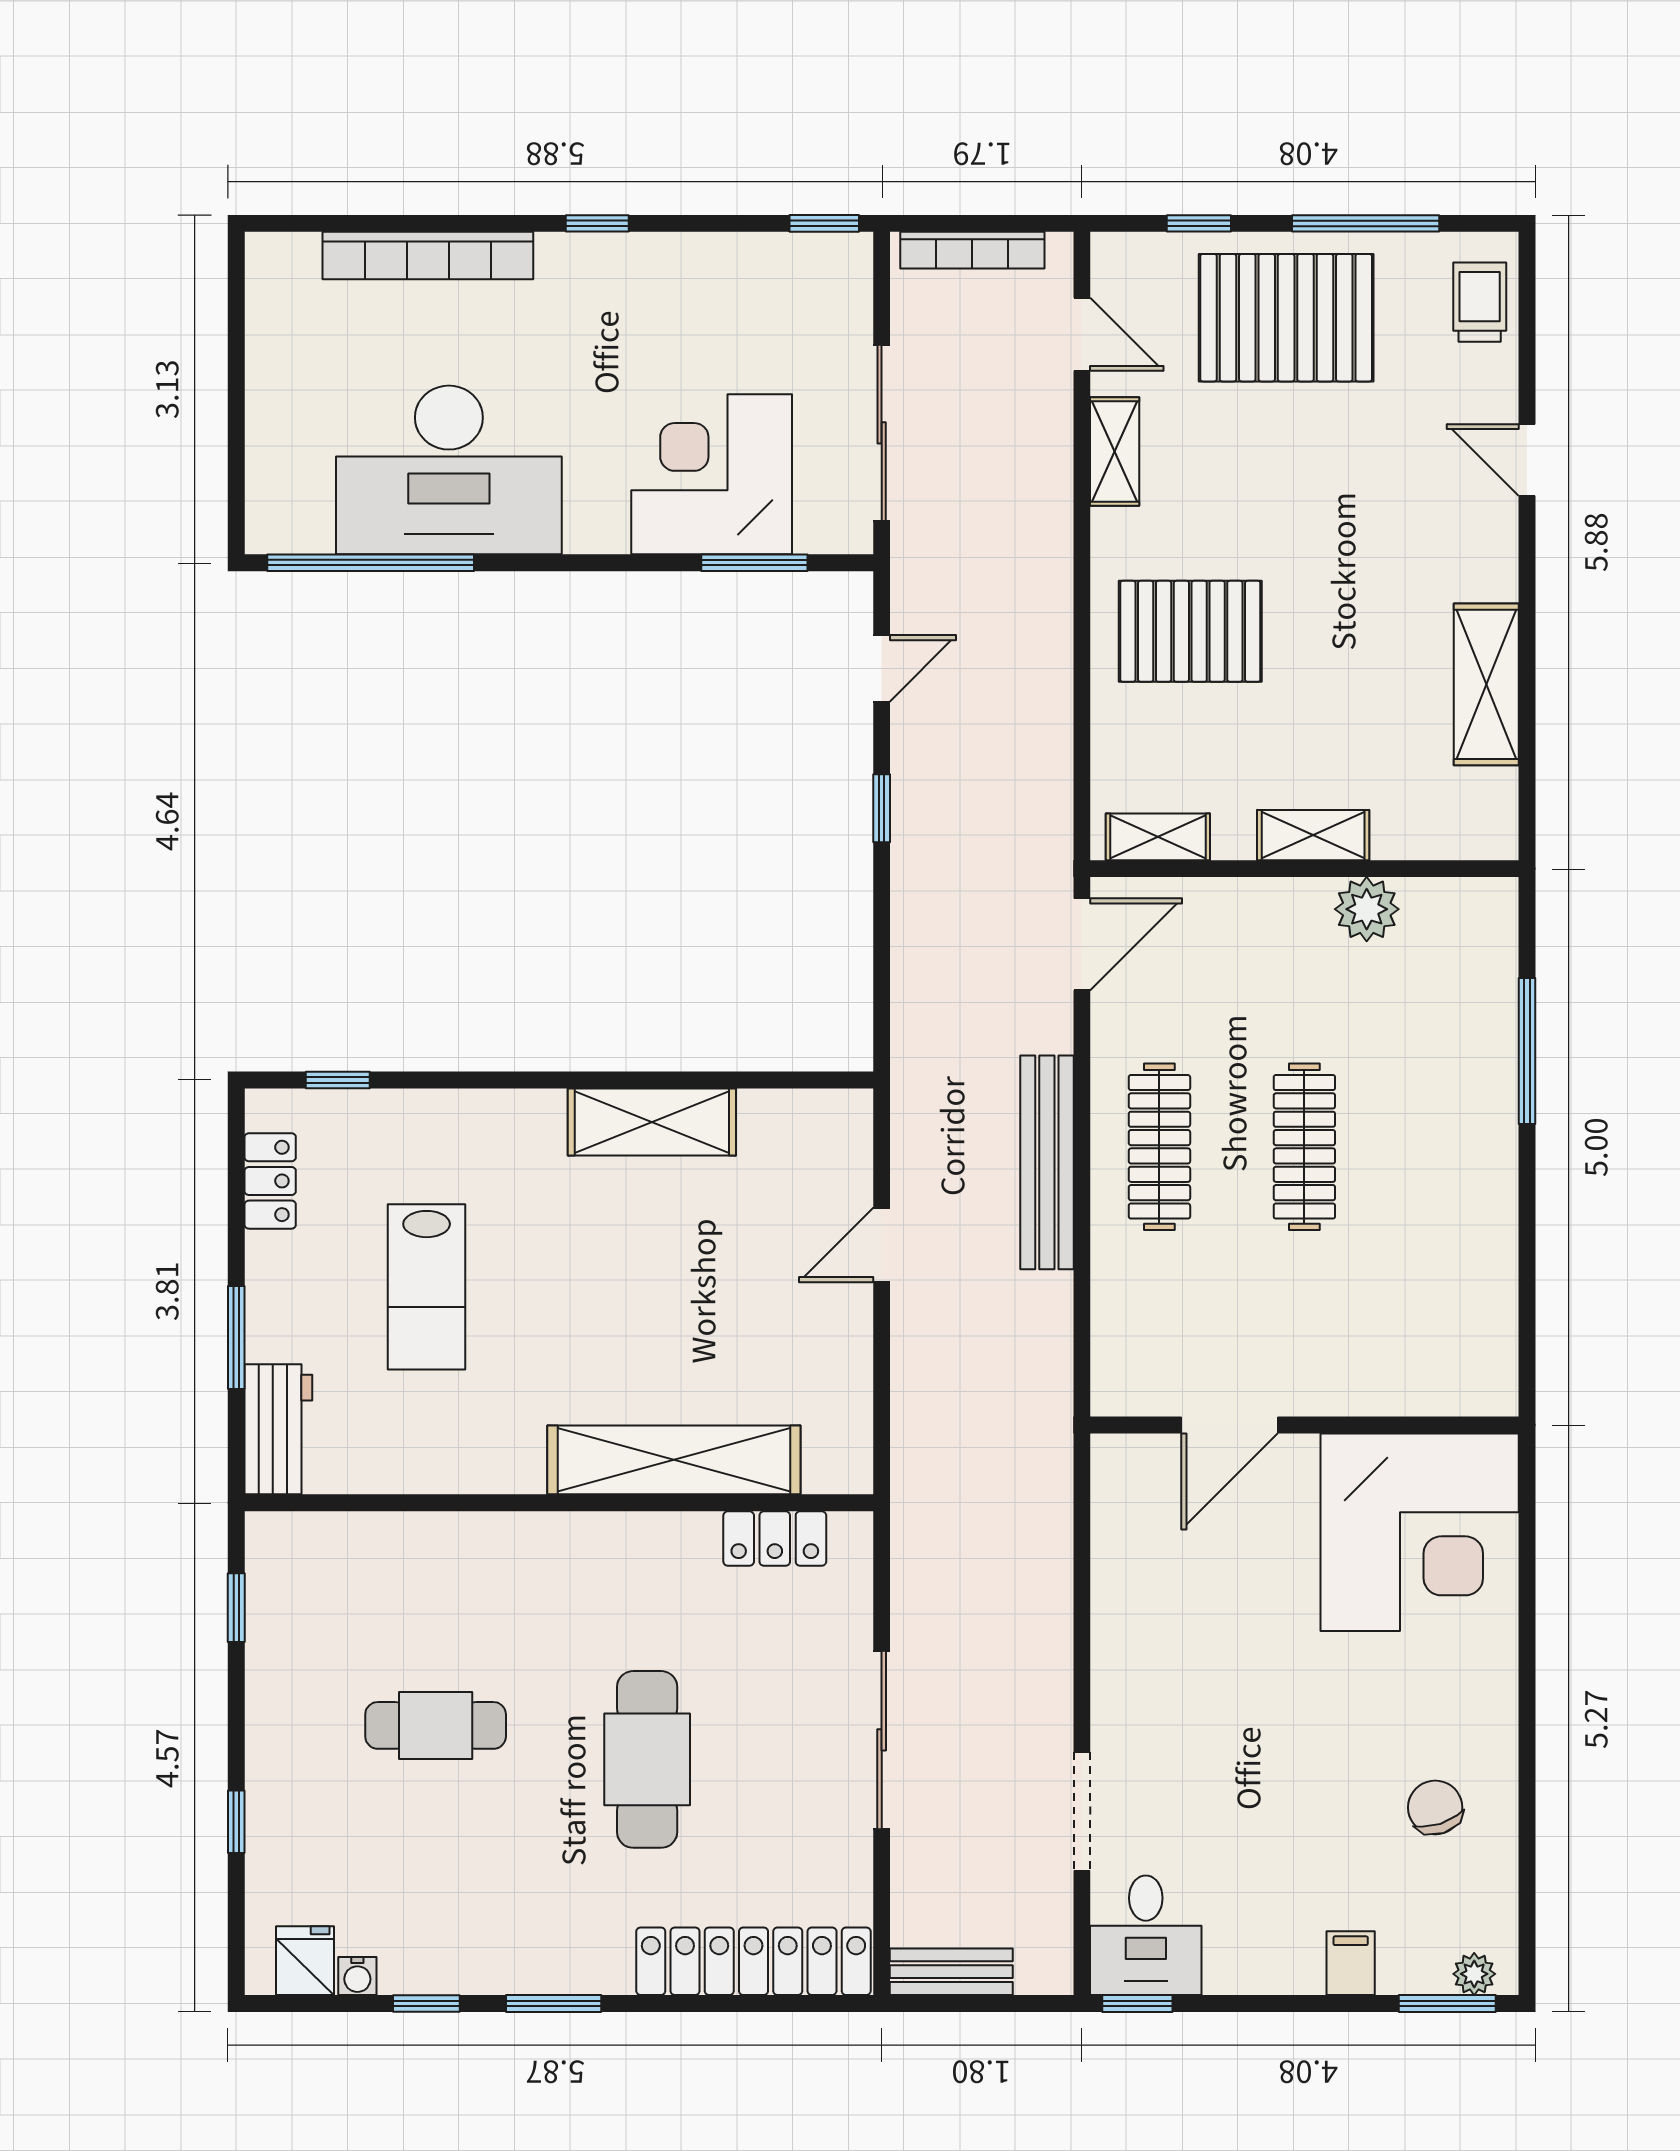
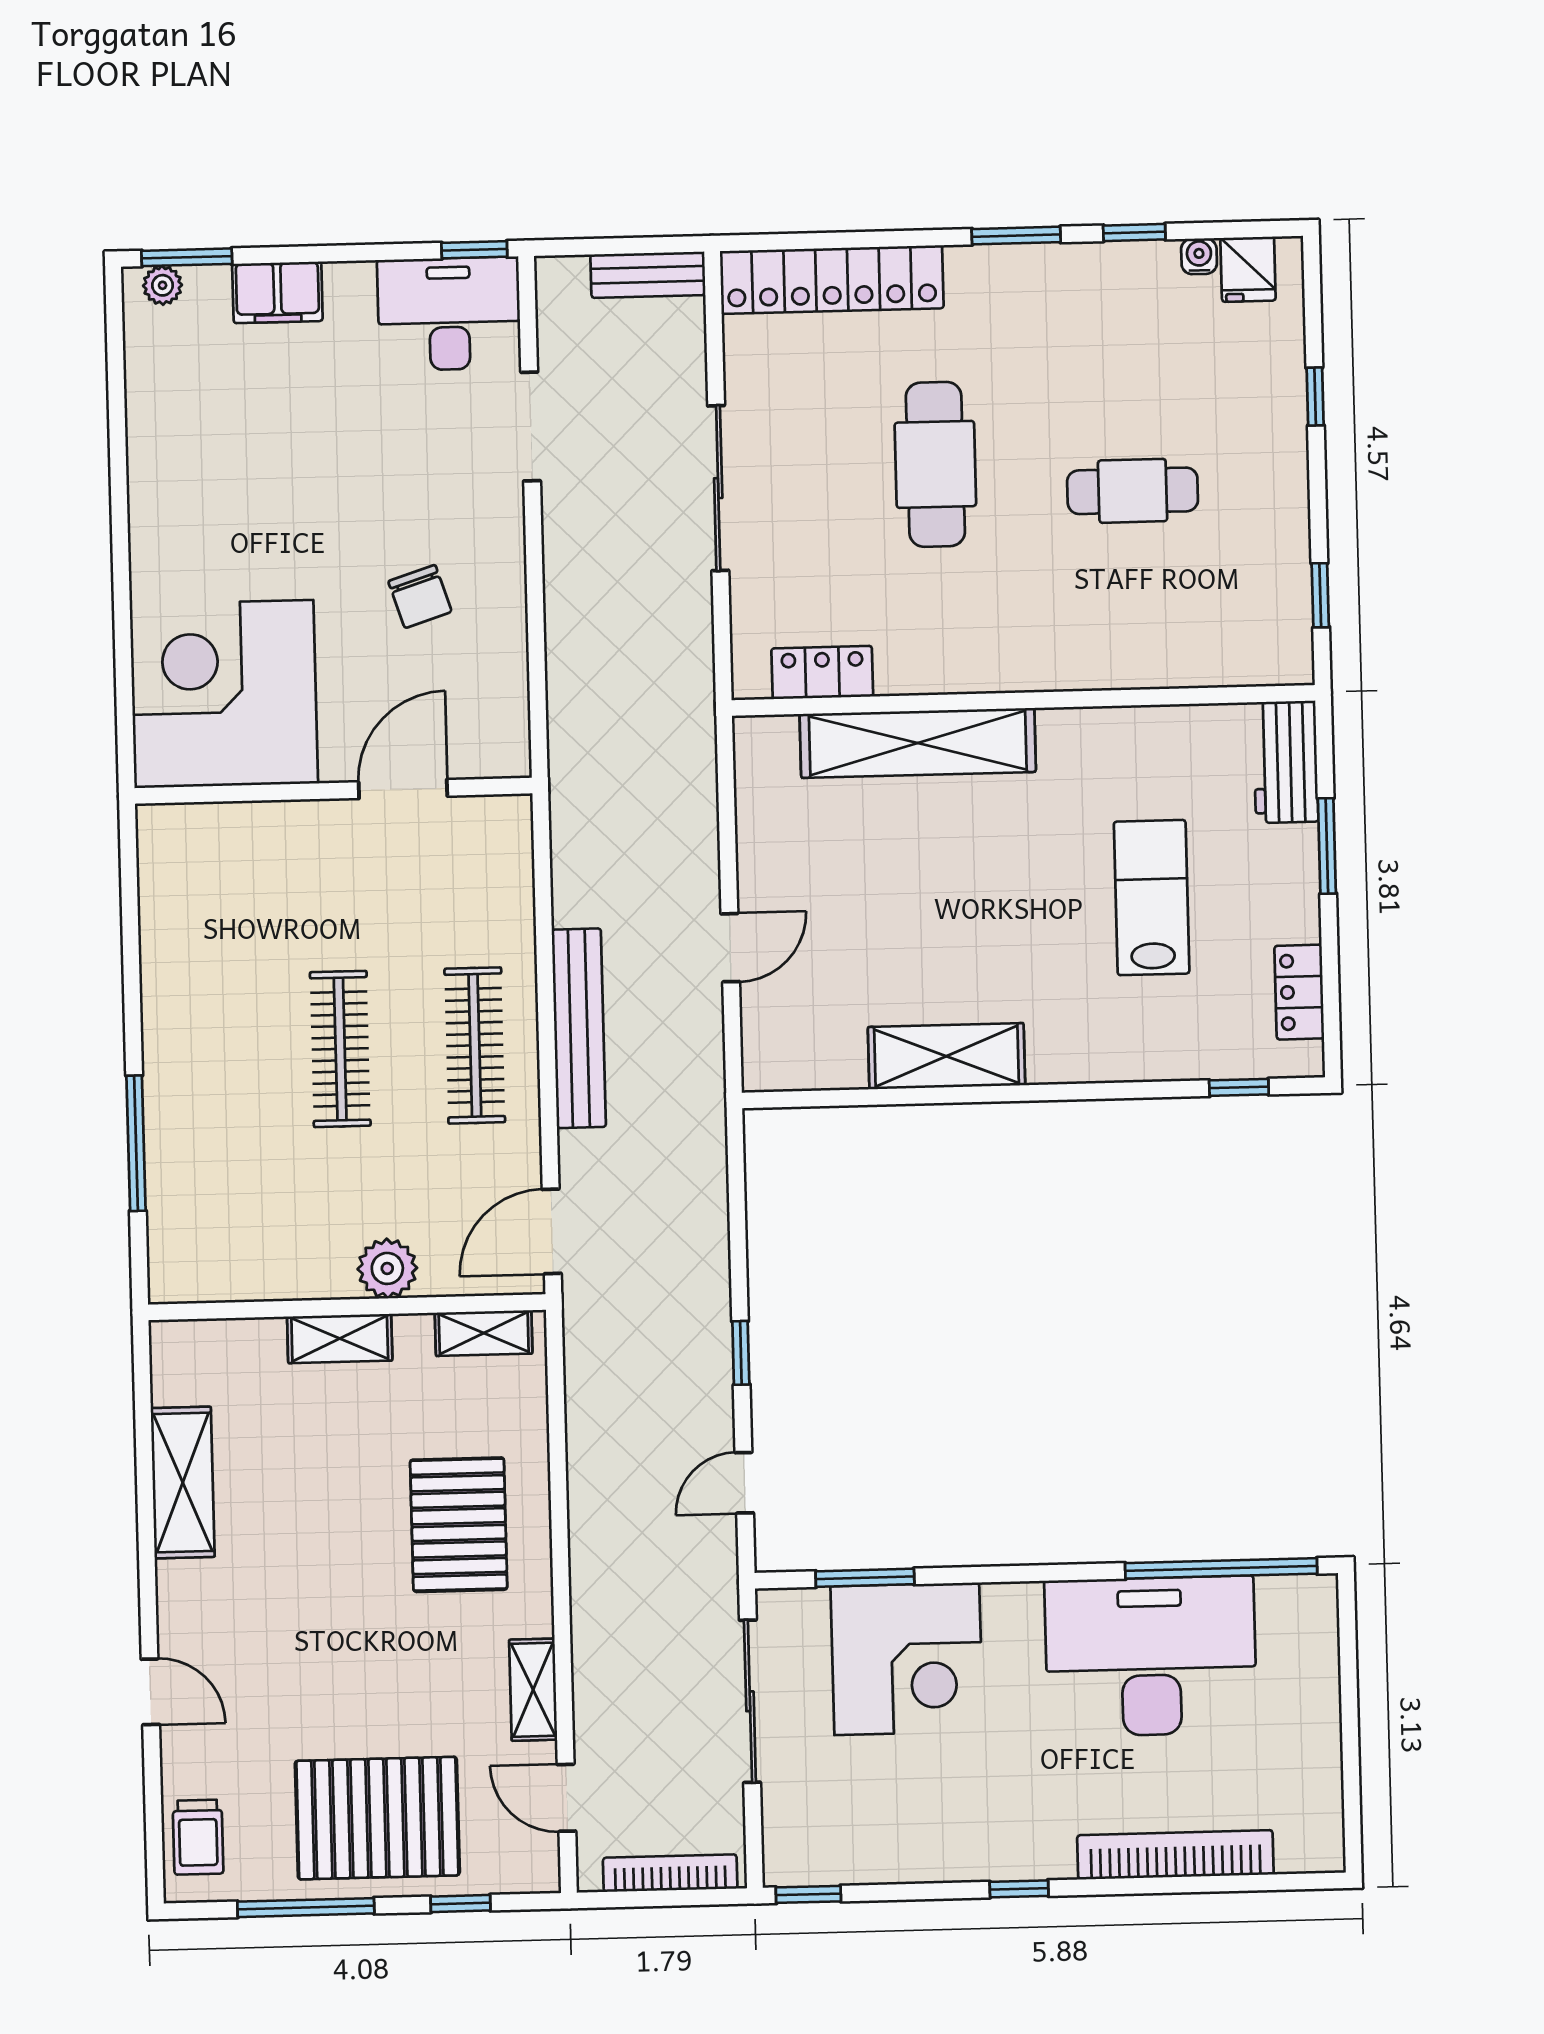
pallet: (1190, 631) -> (459, 1525), turned 90
plant: (1367, 909) -> (387, 1268), moved
chair: (1435, 1807) -> (420, 596), moved
desk: (1146, 1935) -> (449, 314), width x1.37
filing cabinet: (1351, 1963) -> (277, 292), width x2.00

